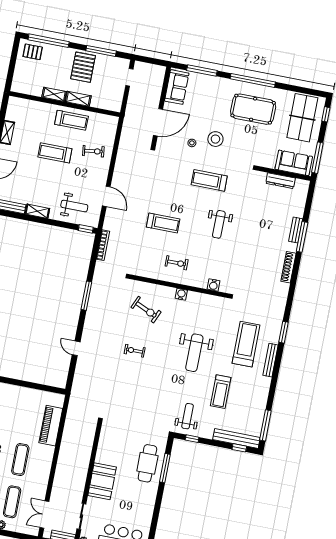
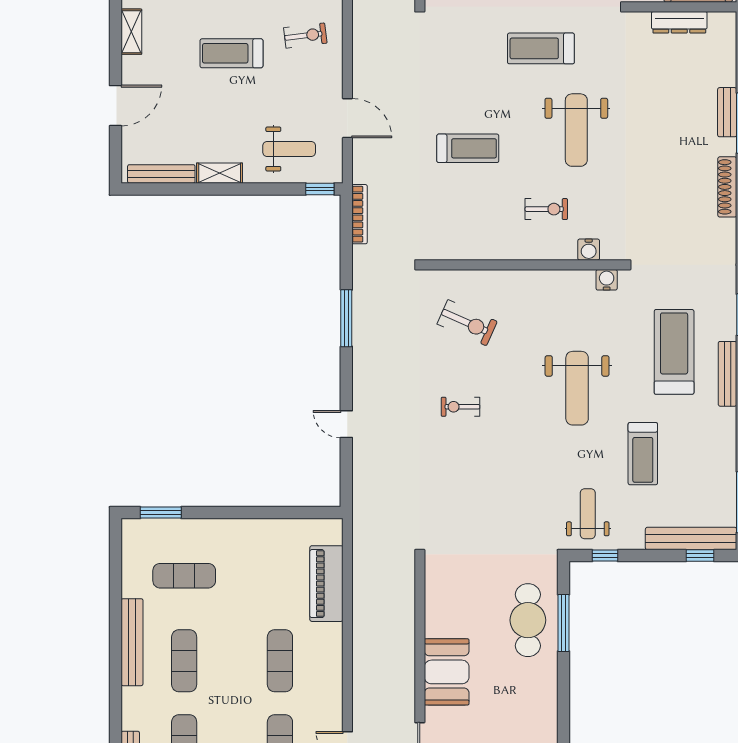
weight bench: (219, 224) -> (576, 130), width x1.36, depth x1.33
exercise bike: (177, 263) -> (546, 209), moved
water cooler: (181, 294) -> (607, 280), moved

